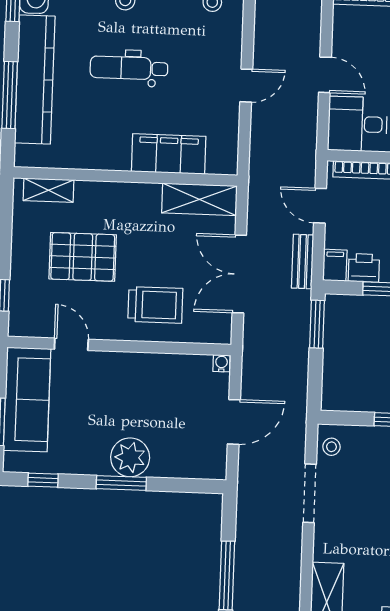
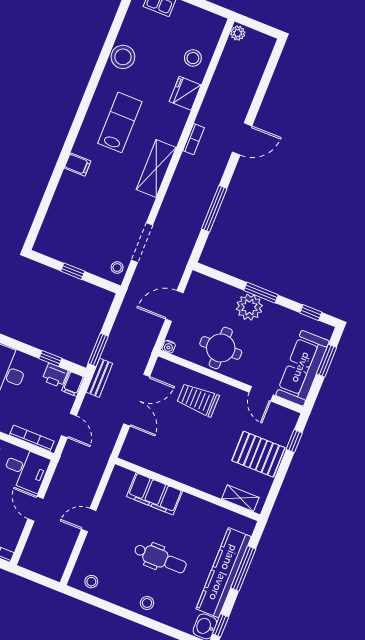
shelving: (199, 199) -> (145, 457), removed
pallet: (83, 257) -> (258, 454), moved
bench: (303, 262) -> (99, 378), moved
round table: (149, 387) -> (221, 348), added

